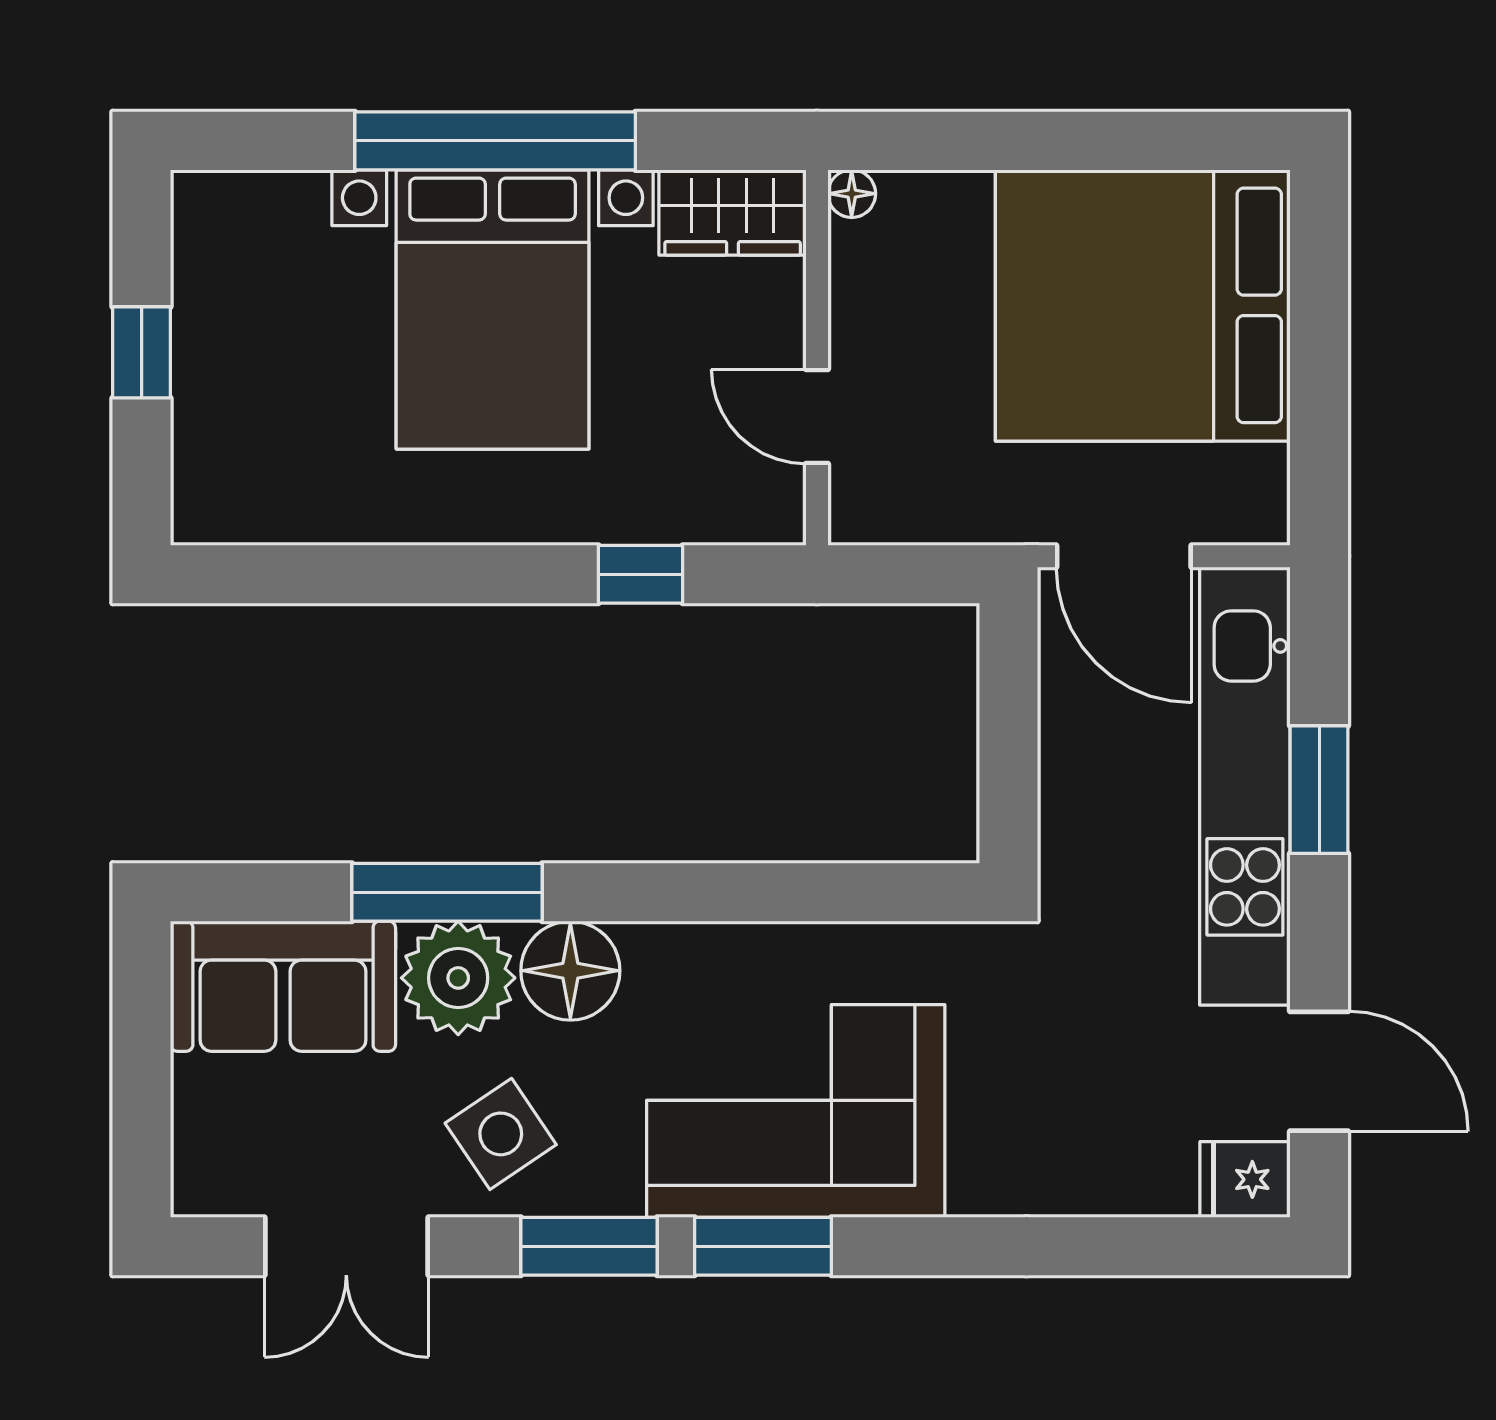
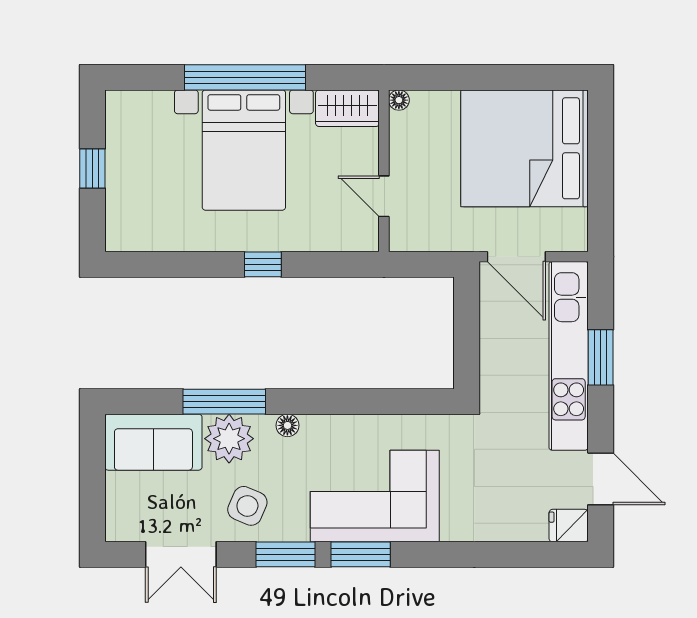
window: (640, 574) -> (263, 264), moved
floor lamp: (570, 971) -> (287, 425), width x0.53, depth x0.53
side table: (501, 1134) -> (247, 506), turned -33

